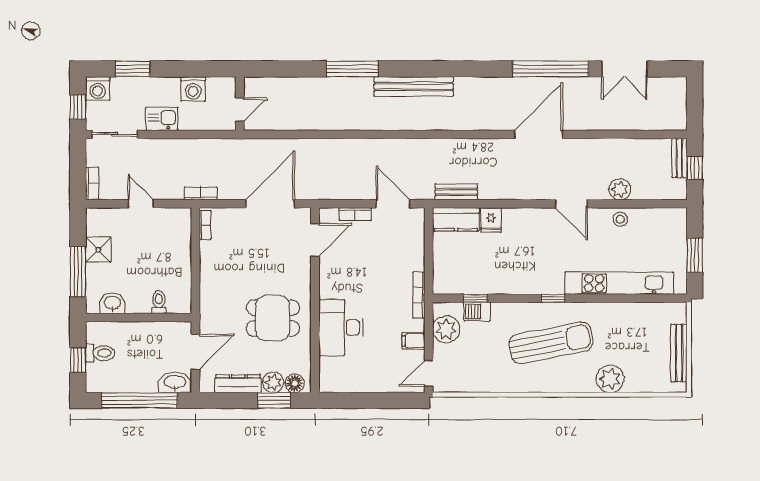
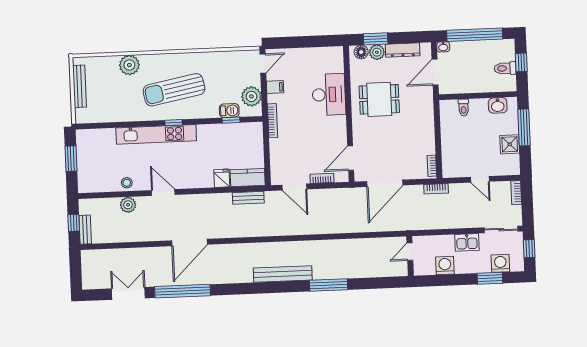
washing machine: (98, 89) -> (500, 263), moved
kitchen unit: (619, 283) -> (156, 134), moved
washbasin: (175, 383) -> (443, 47), width x0.52, depth x0.69

